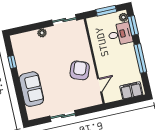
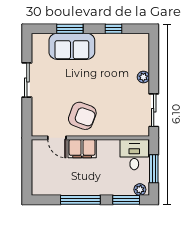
desk: (120, 34) -> (134, 155), moved, turned 180
filing cabinet: (131, 90) -> (82, 149), moved, turned 90
window: (19, 93) -> (70, 29), added

